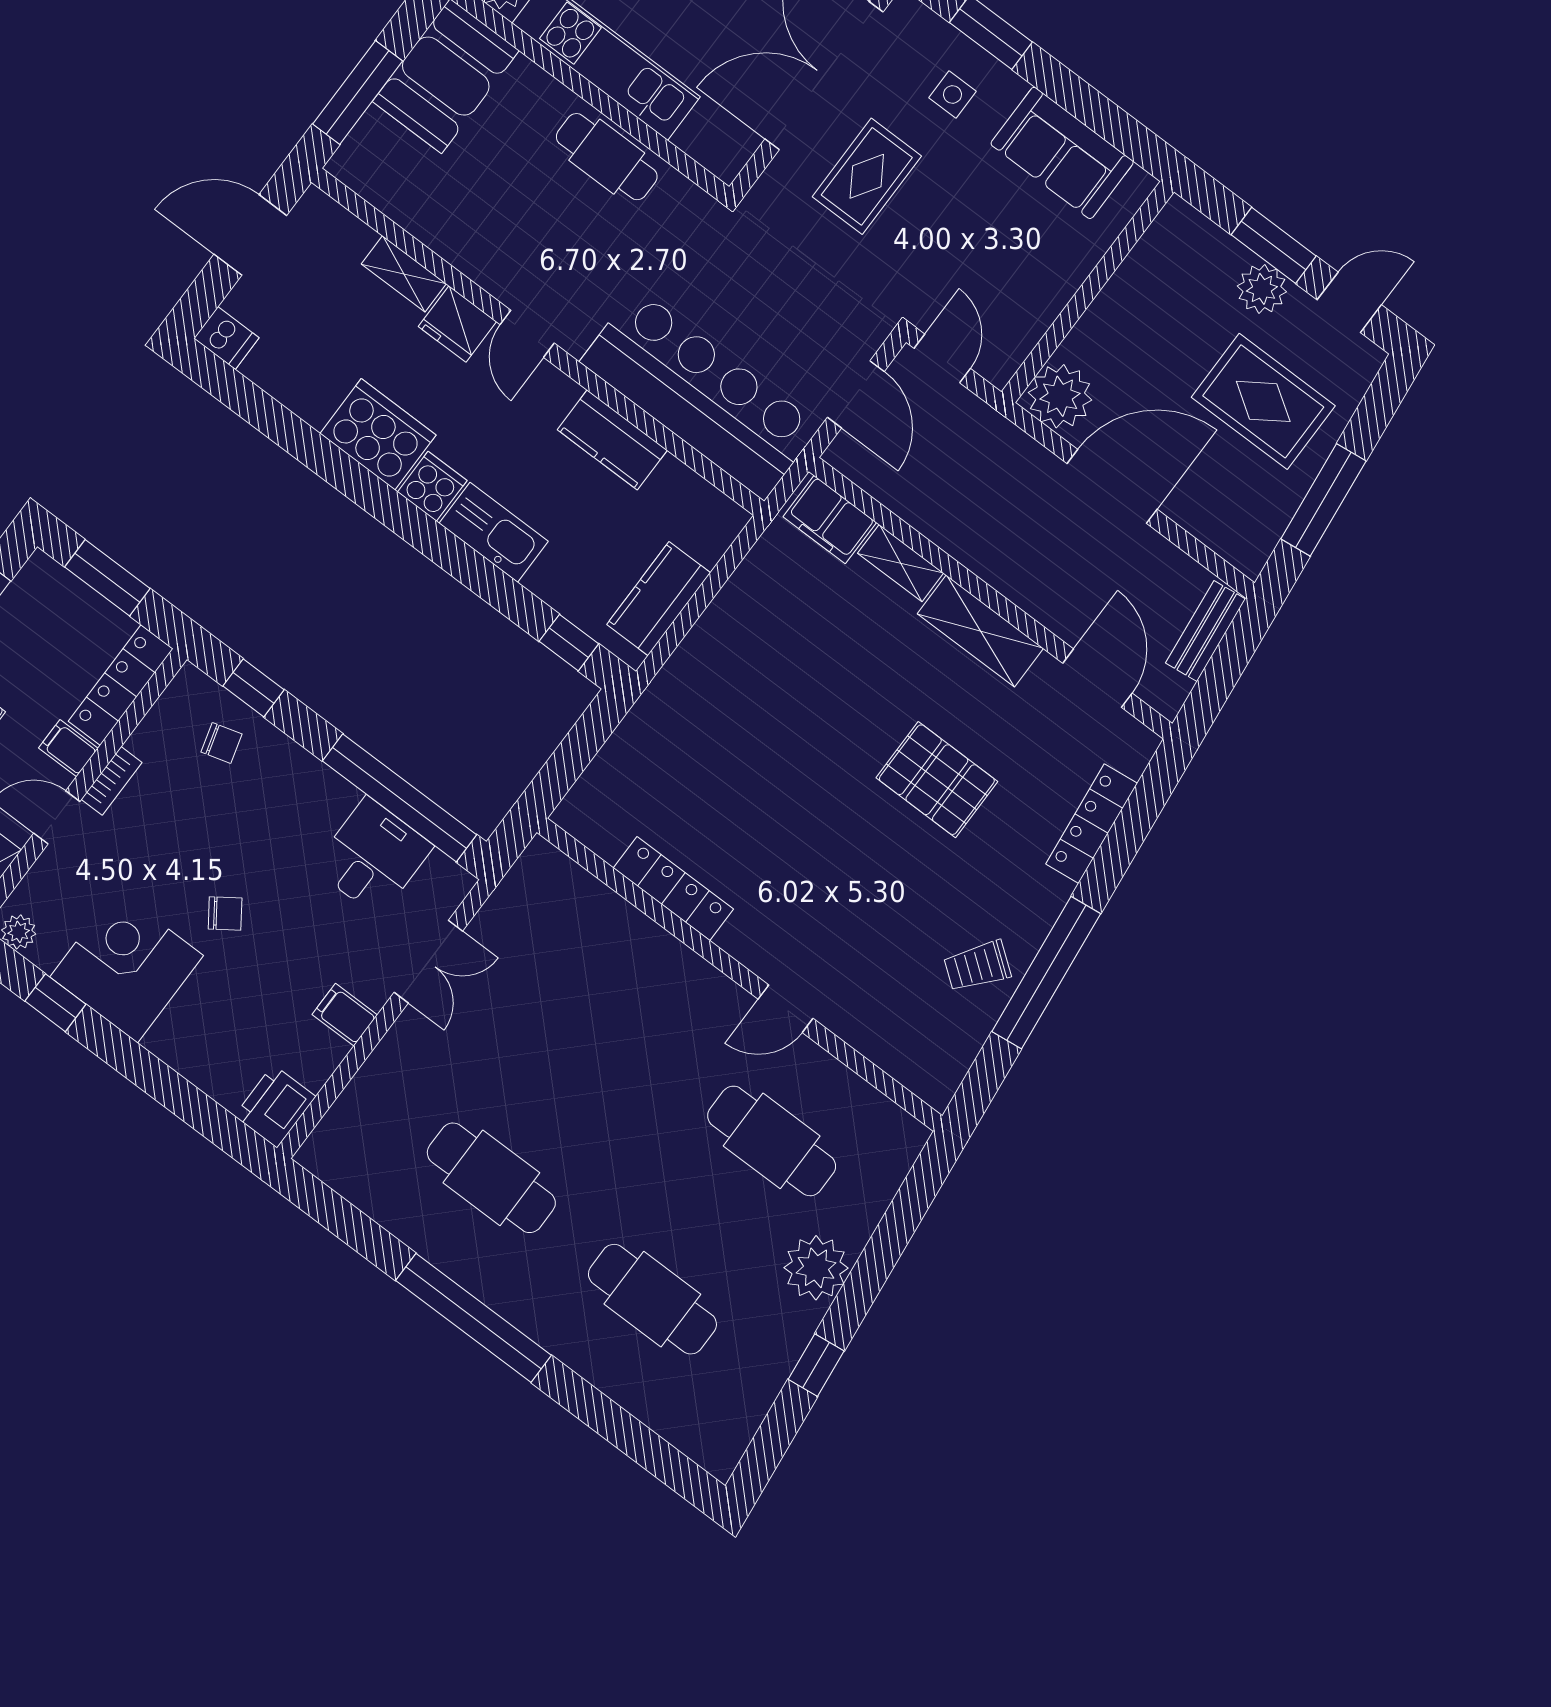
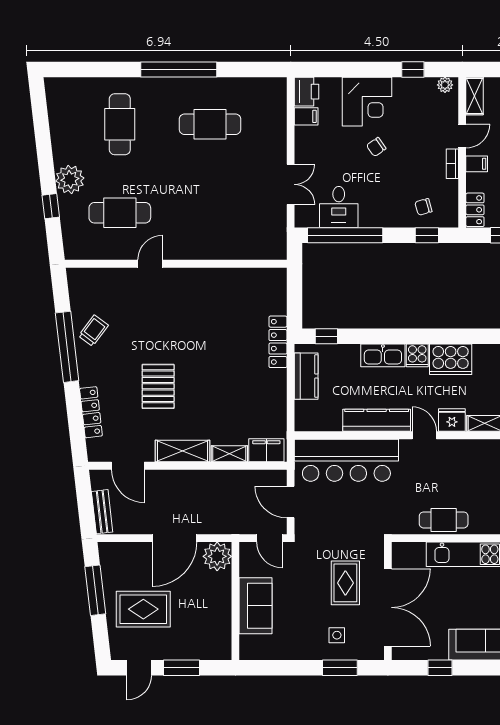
sofa: (1062, 153) -> (256, 606), moved, turned 90
plant: (1262, 289) -> (174, 649), removed
kitchen counter: (612, 440) -> (377, 420), width x1.50
locker: (121, 685) -> (475, 210), width x0.66
pallet: (937, 780) -> (158, 386), turned 90
locker: (673, 888) -> (278, 342), moved, turned 90
double door: (428, 962) -> (291, 184), swing flipped
corner desk: (127, 966) -> (367, 102), moved
filing cabinet: (345, 1015) -> (306, 116), moved
cafe table: (652, 1299) -> (120, 124), turned 90
window: (816, 1365) -> (51, 206), moved

